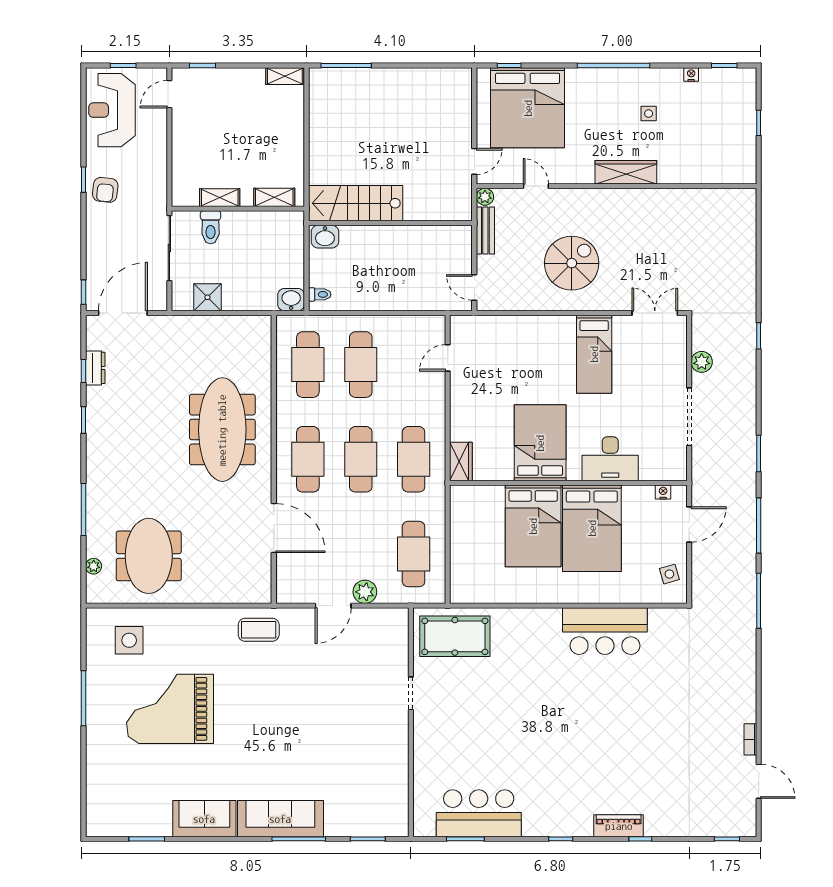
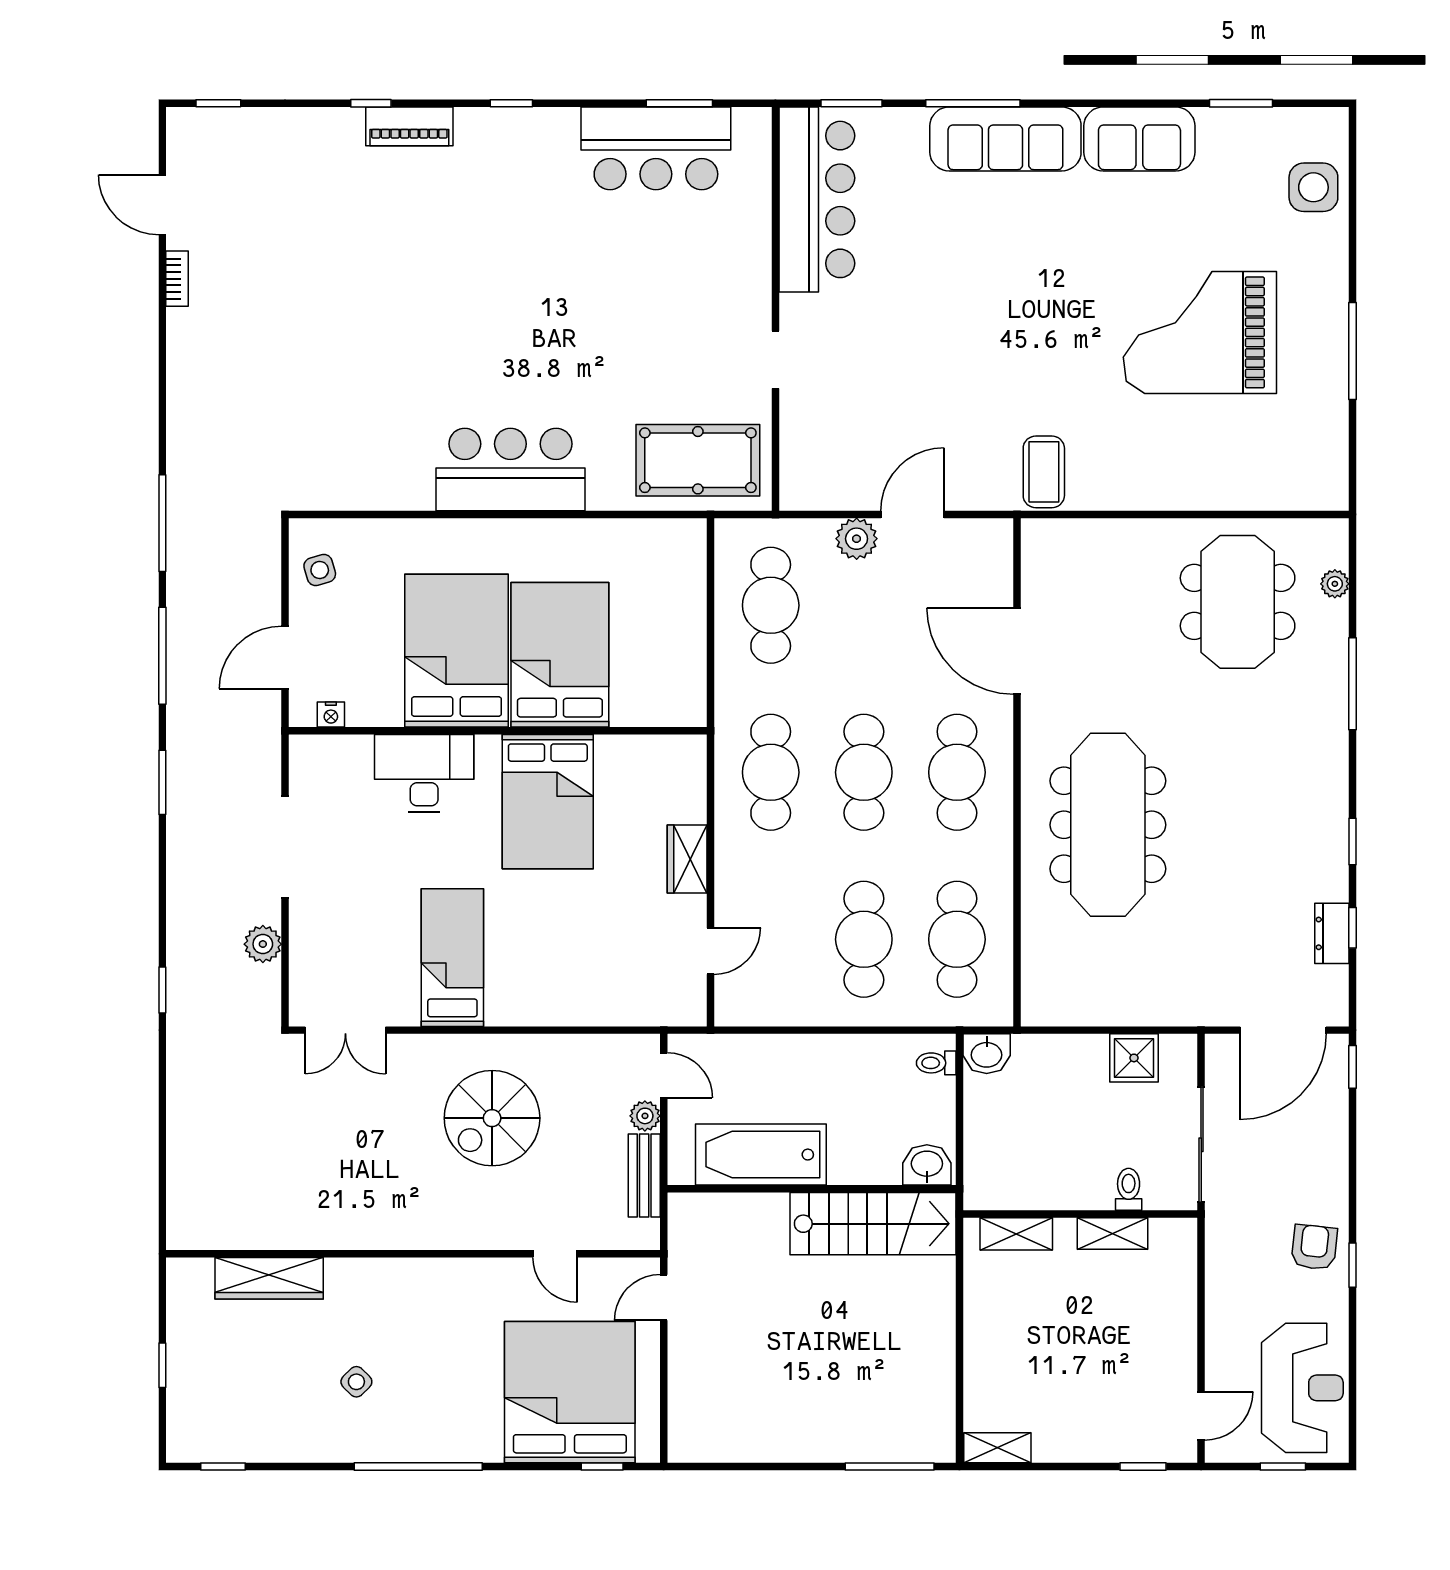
nightstand: (691, 74) -> (281, 1451), removed
side table: (649, 114) -> (356, 1382), turned 45
wardrobe: (626, 172) -> (269, 1278), moved
plant: (485, 197) -> (645, 1116), moved
toilet: (211, 227) -> (1129, 1189), width x0.73, depth x0.72
bathtub: (419, 242) -> (761, 1155), added
wardrobe: (461, 461) -> (687, 859), moved
coffee table: (259, 630) -> (1044, 472), turned 90
bar counter: (605, 631) -> (510, 469), moved
side table: (129, 640) -> (1313, 187), moved
grand piano: (170, 709) -> (1200, 332), turned 180
bar counter: (387, 784) -> (817, 199), added

